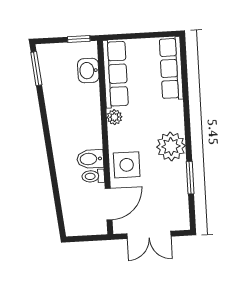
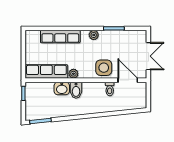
row of seats: (171, 68) -> (60, 36), moved
washbasin: (88, 70) -> (62, 88), moved
plant: (171, 146) -> (94, 35), width x0.53, depth x0.53
bidet: (90, 159) -> (76, 90), moved

